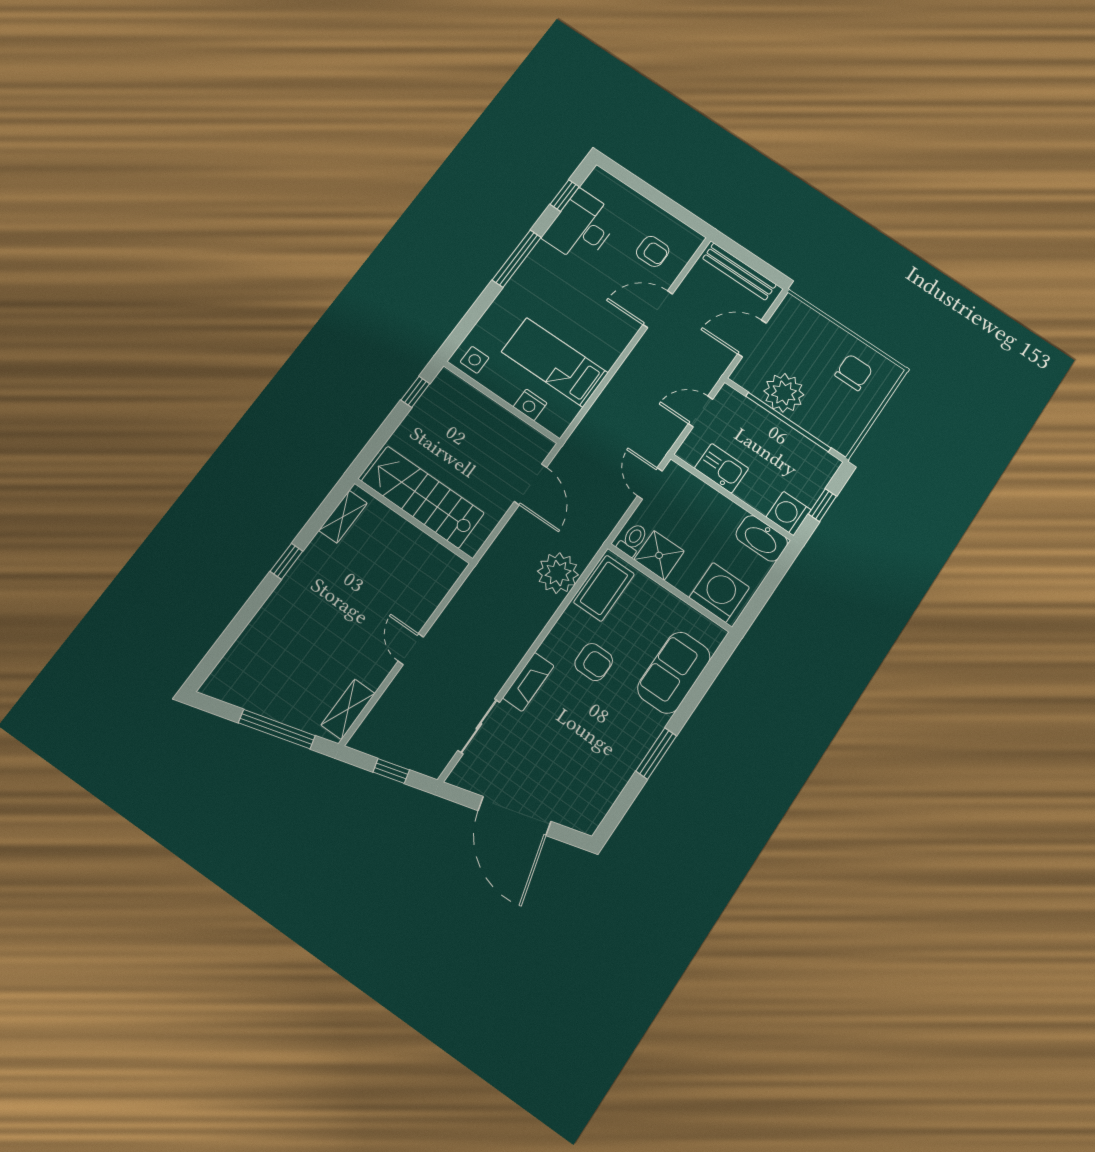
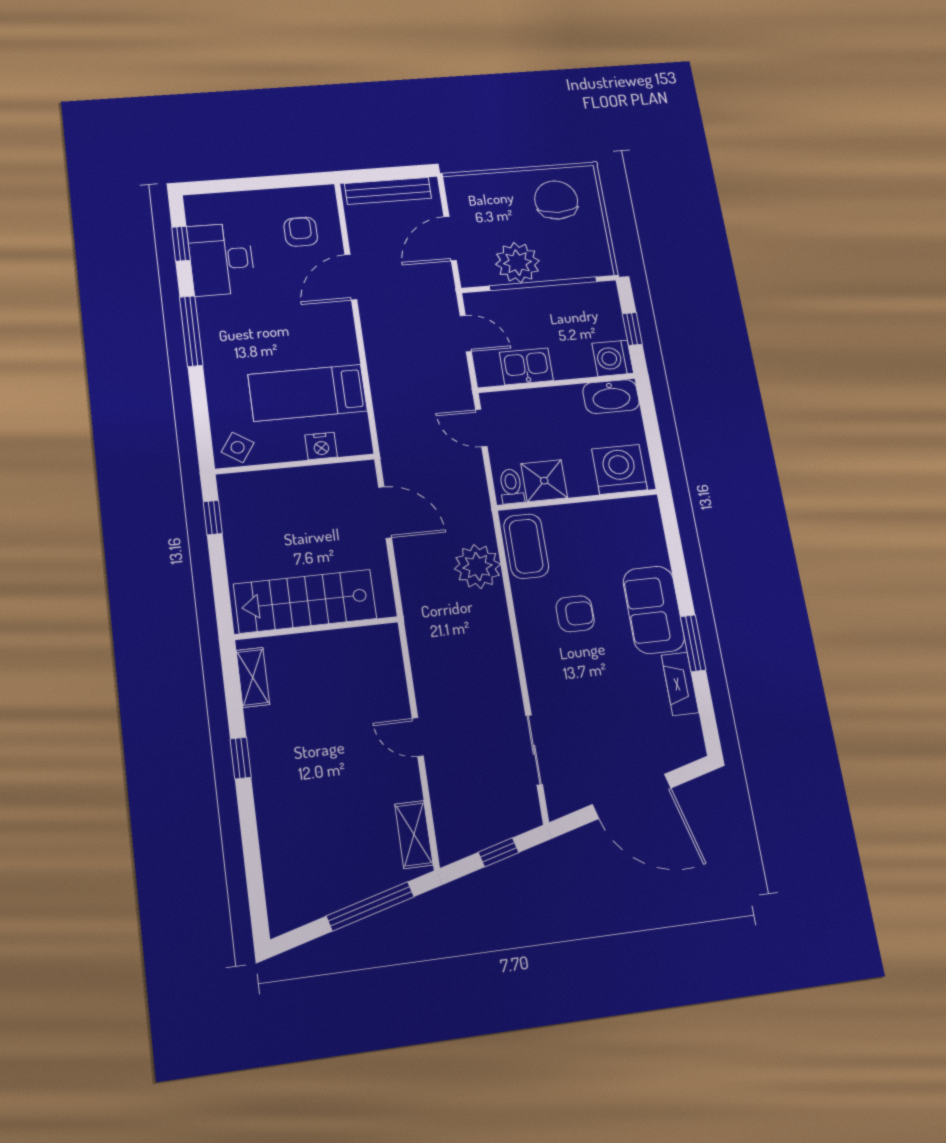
armchair: (653, 251) -> (301, 232), turned -90
side table: (475, 360) -> (238, 447), turned 34
chair: (854, 372) -> (556, 200), width x1.37, depth x1.37
door: (701, 411) -> (466, 334), swing flipped
sofa: (674, 673) -> (654, 610), moved
fireplace: (528, 682) -> (680, 684), moved, turned 180

